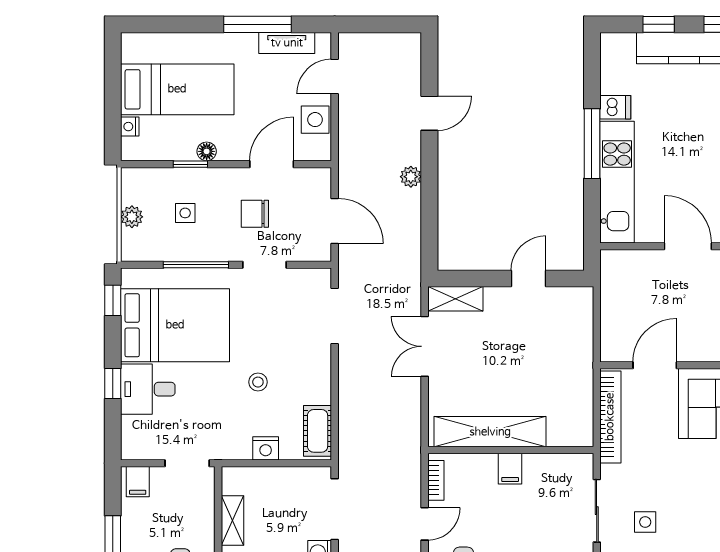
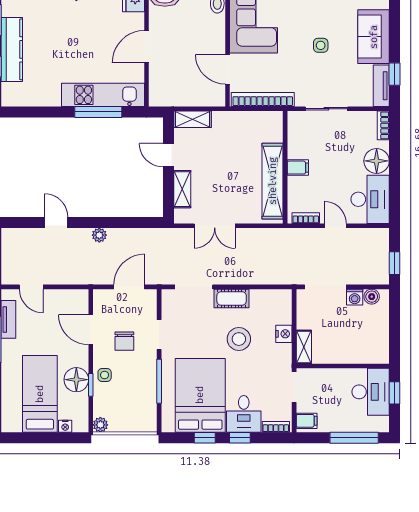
dishwasher: (615, 107) -> (52, 96), removed
side table: (315, 120) -> (60, 300), removed
window: (592, 144) -> (98, 112), moved
floor lamp: (207, 151) -> (76, 380), width x1.89, depth x1.89
side table: (185, 213) -> (105, 375), moved
plant: (132, 217) -> (100, 425), moved
shelving: (455, 299) -> (182, 189), moved
window: (113, 300) -> (205, 438), moved
shelving: (581, 314) -> (193, 119), added
stool: (258, 382) -> (239, 339), width x1.89, depth x1.89
cot: (318, 431) -> (232, 298), moved
bookcase: (129, 436) -> (276, 427), added
shelving: (233, 521) -> (304, 347), moved, turned 90
side table: (645, 522) -> (321, 45), moved

